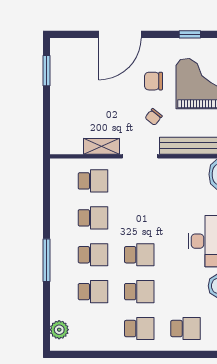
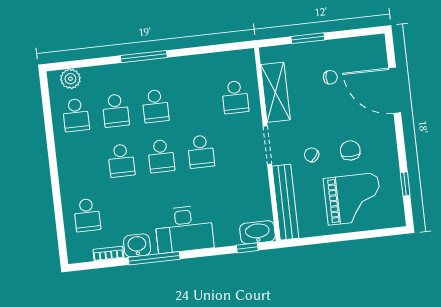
door: (120, 34) -> (395, 90), moved
window: (46, 71) -> (308, 38), moved
chair: (85, 92) -> (330, 77), added
shelving: (102, 146) -> (275, 92), width x1.50, depth x1.33
school desk: (93, 218) -> (201, 152), moved
school desk: (139, 329) -> (76, 115), moved

